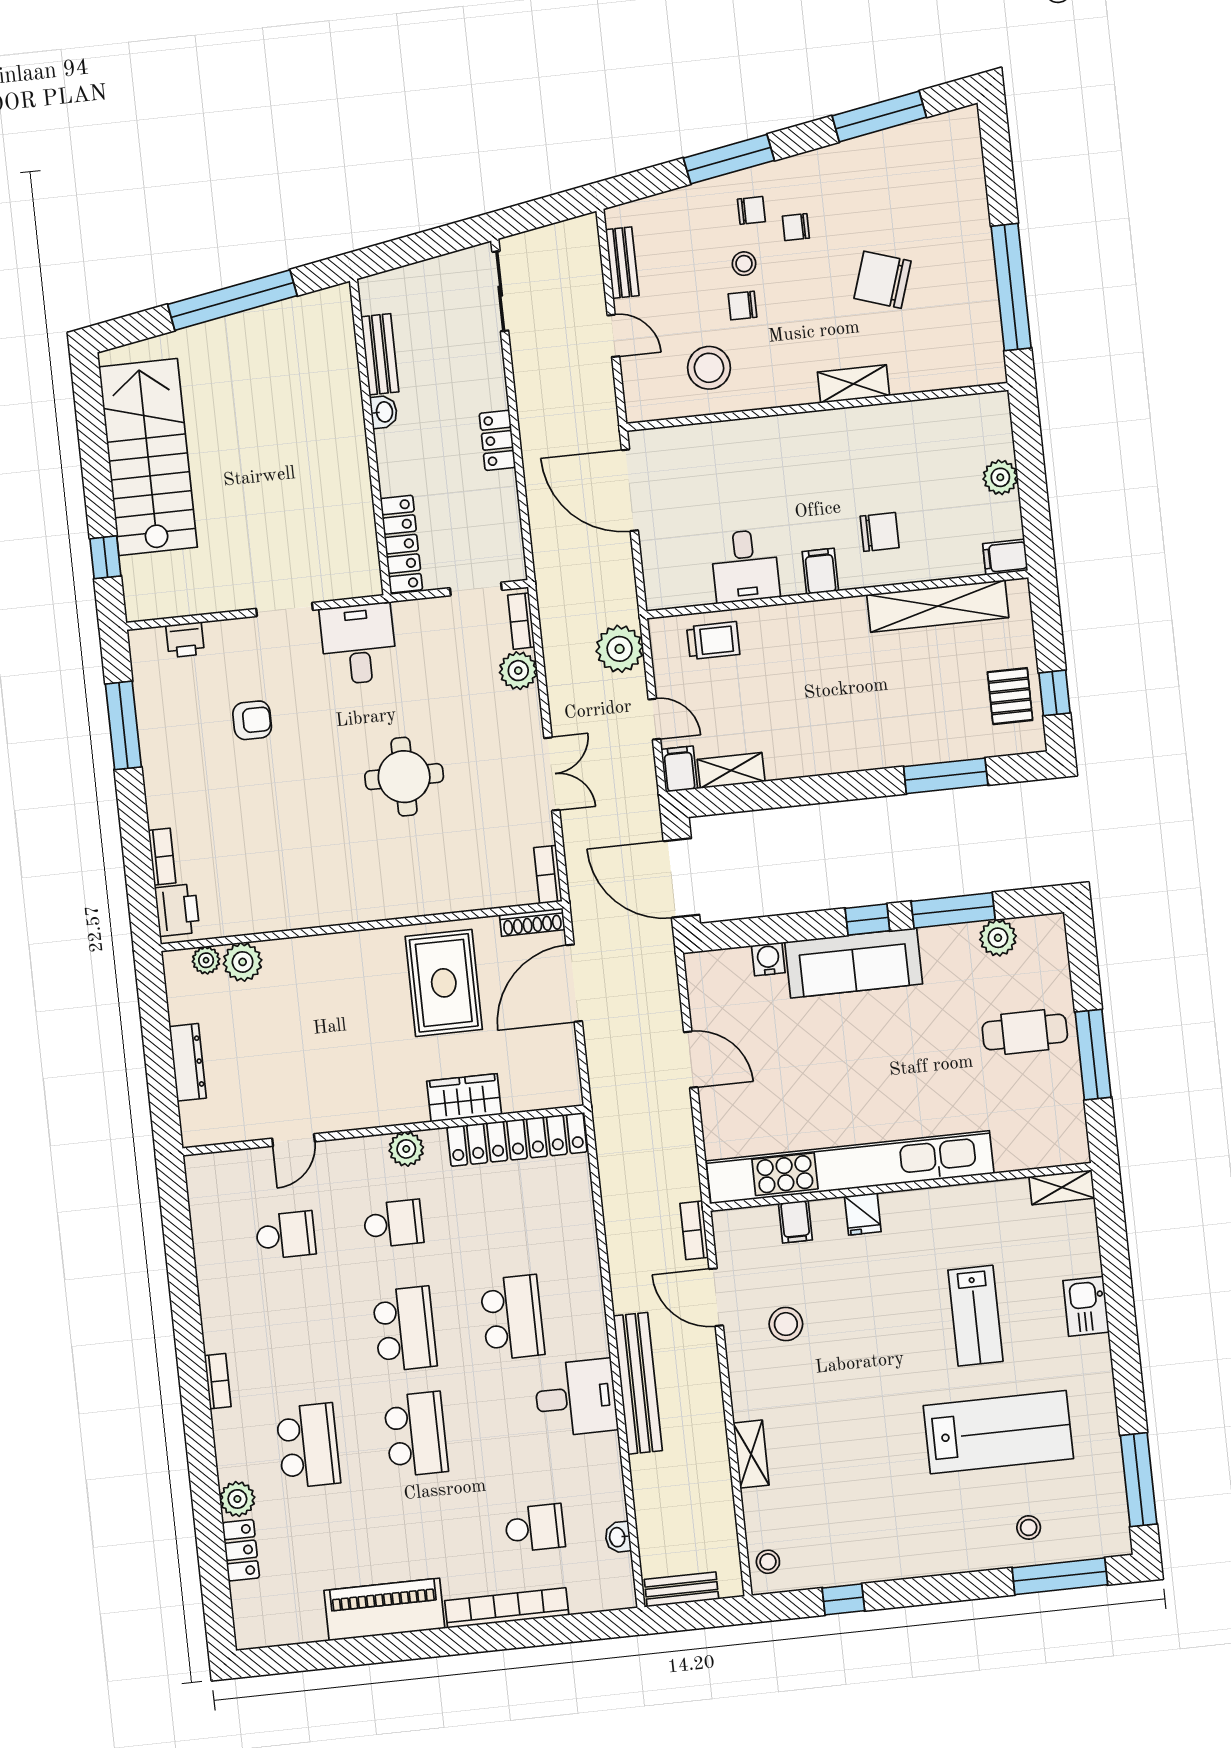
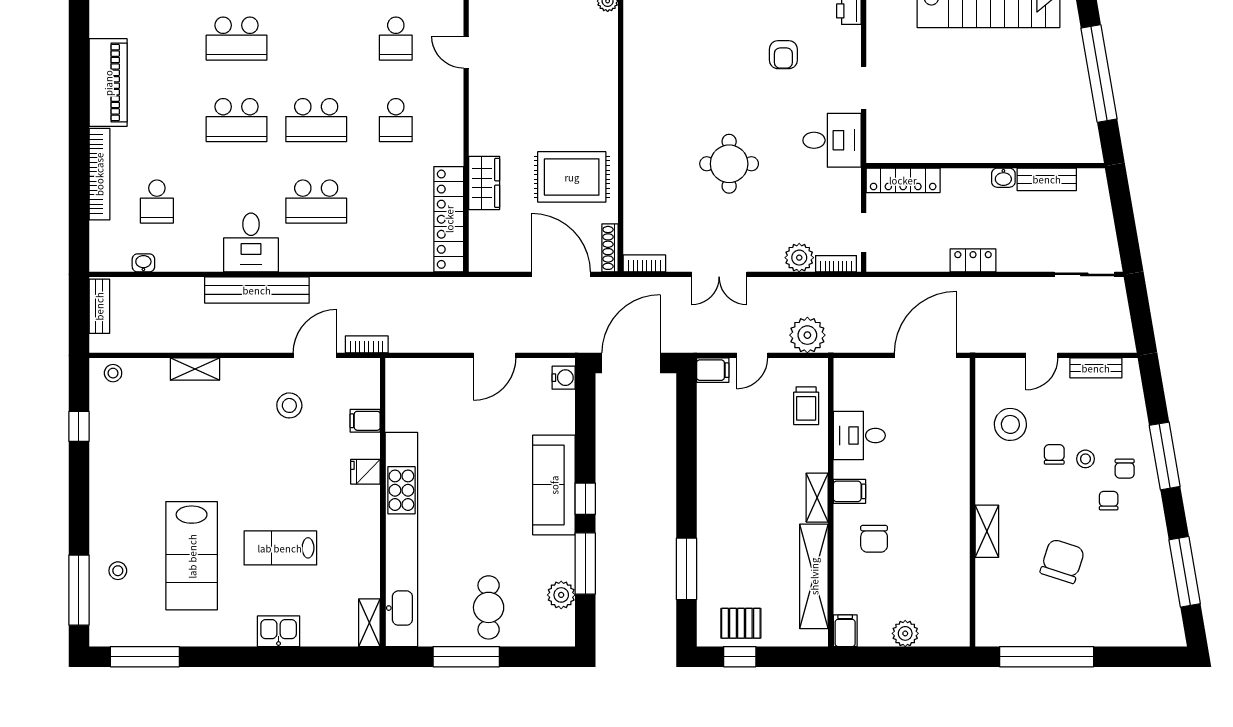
shelving: (731, 770) -> (817, 498), moved
water cooler: (768, 959) -> (564, 378), moved
plant: (243, 962) -> (603, 28), removed
plant: (406, 1149) -> (451, 136), removed
kitchen unit: (850, 1167) -> (401, 539), moved

